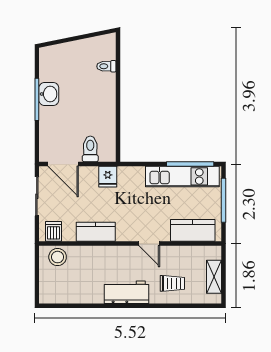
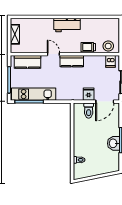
door: (63, 164) -> (105, 102), swing flipped
fridge: (108, 177) -> (89, 94), moved
kitchen counter: (96, 232) -> (72, 61), moved
trolley: (172, 283) -> (88, 47), moved

